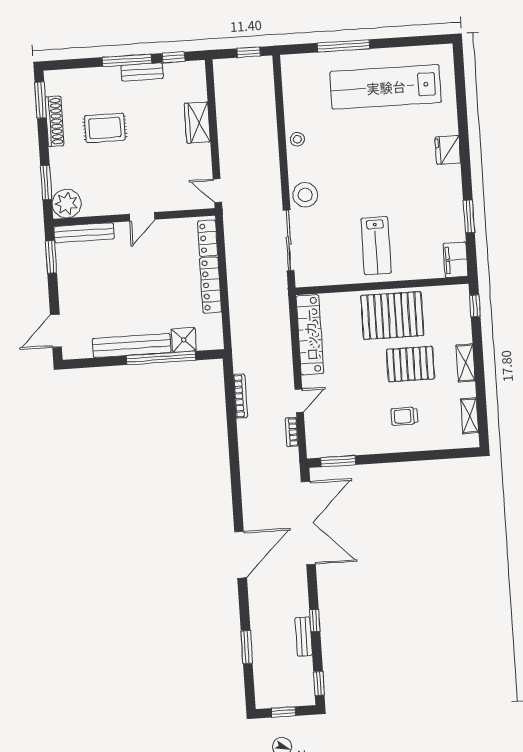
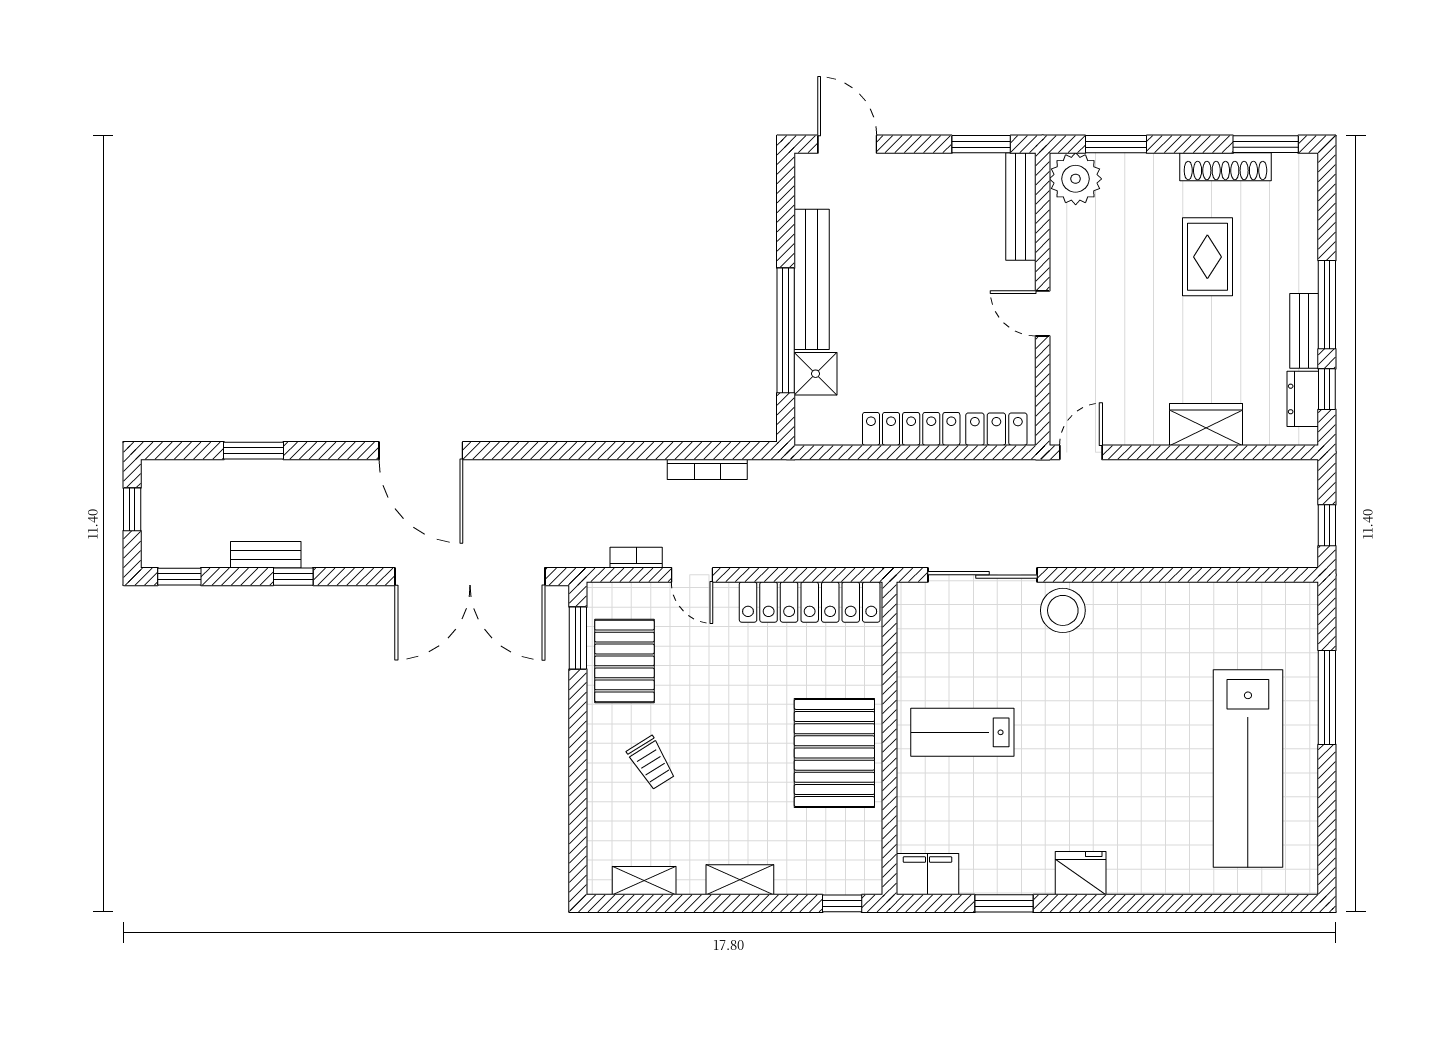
dresser: (180, 70) -> (1303, 399), added
lab bench: (386, 87) -> (1248, 768), turned 180
stool: (297, 139) -> (1164, 603), removed
fridge: (448, 150) -> (1081, 873), moved
pallet: (410, 364) -> (624, 661), moved
trolley: (404, 416) -> (651, 763), turned 148

